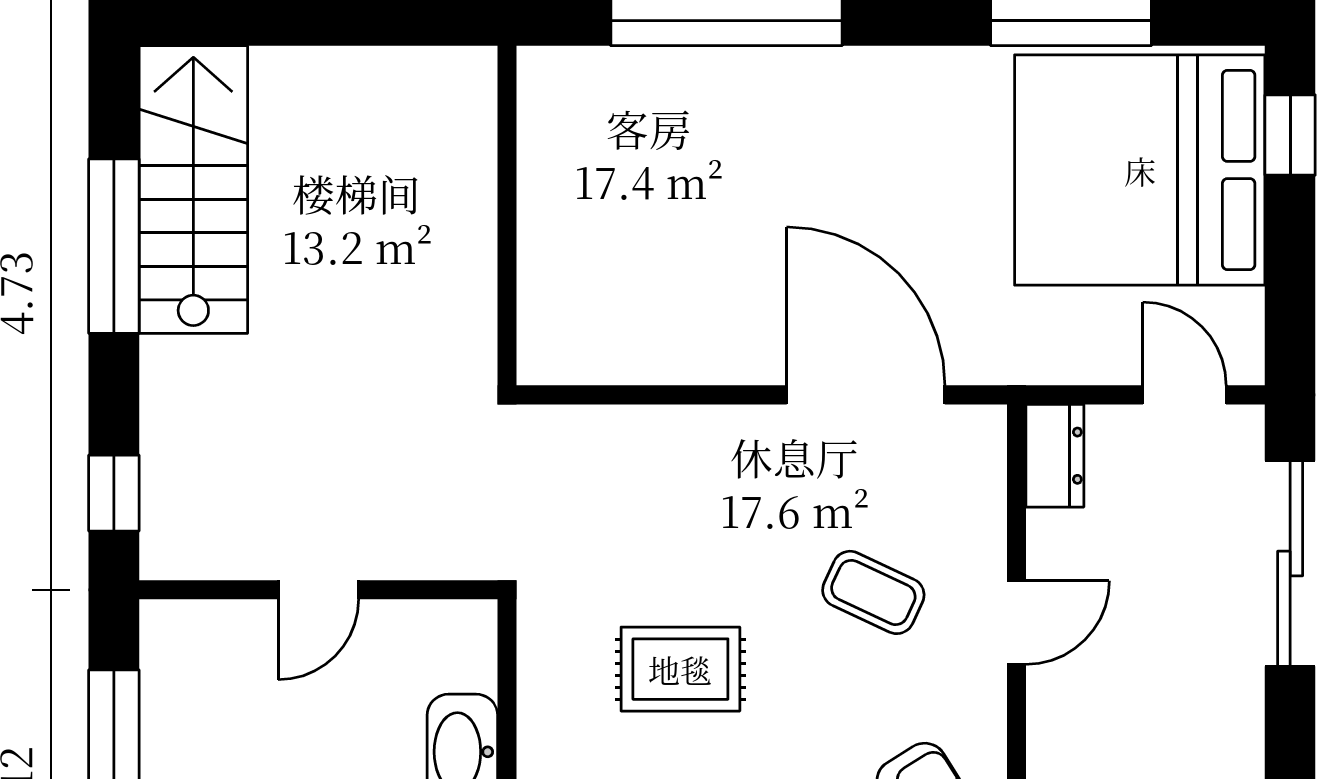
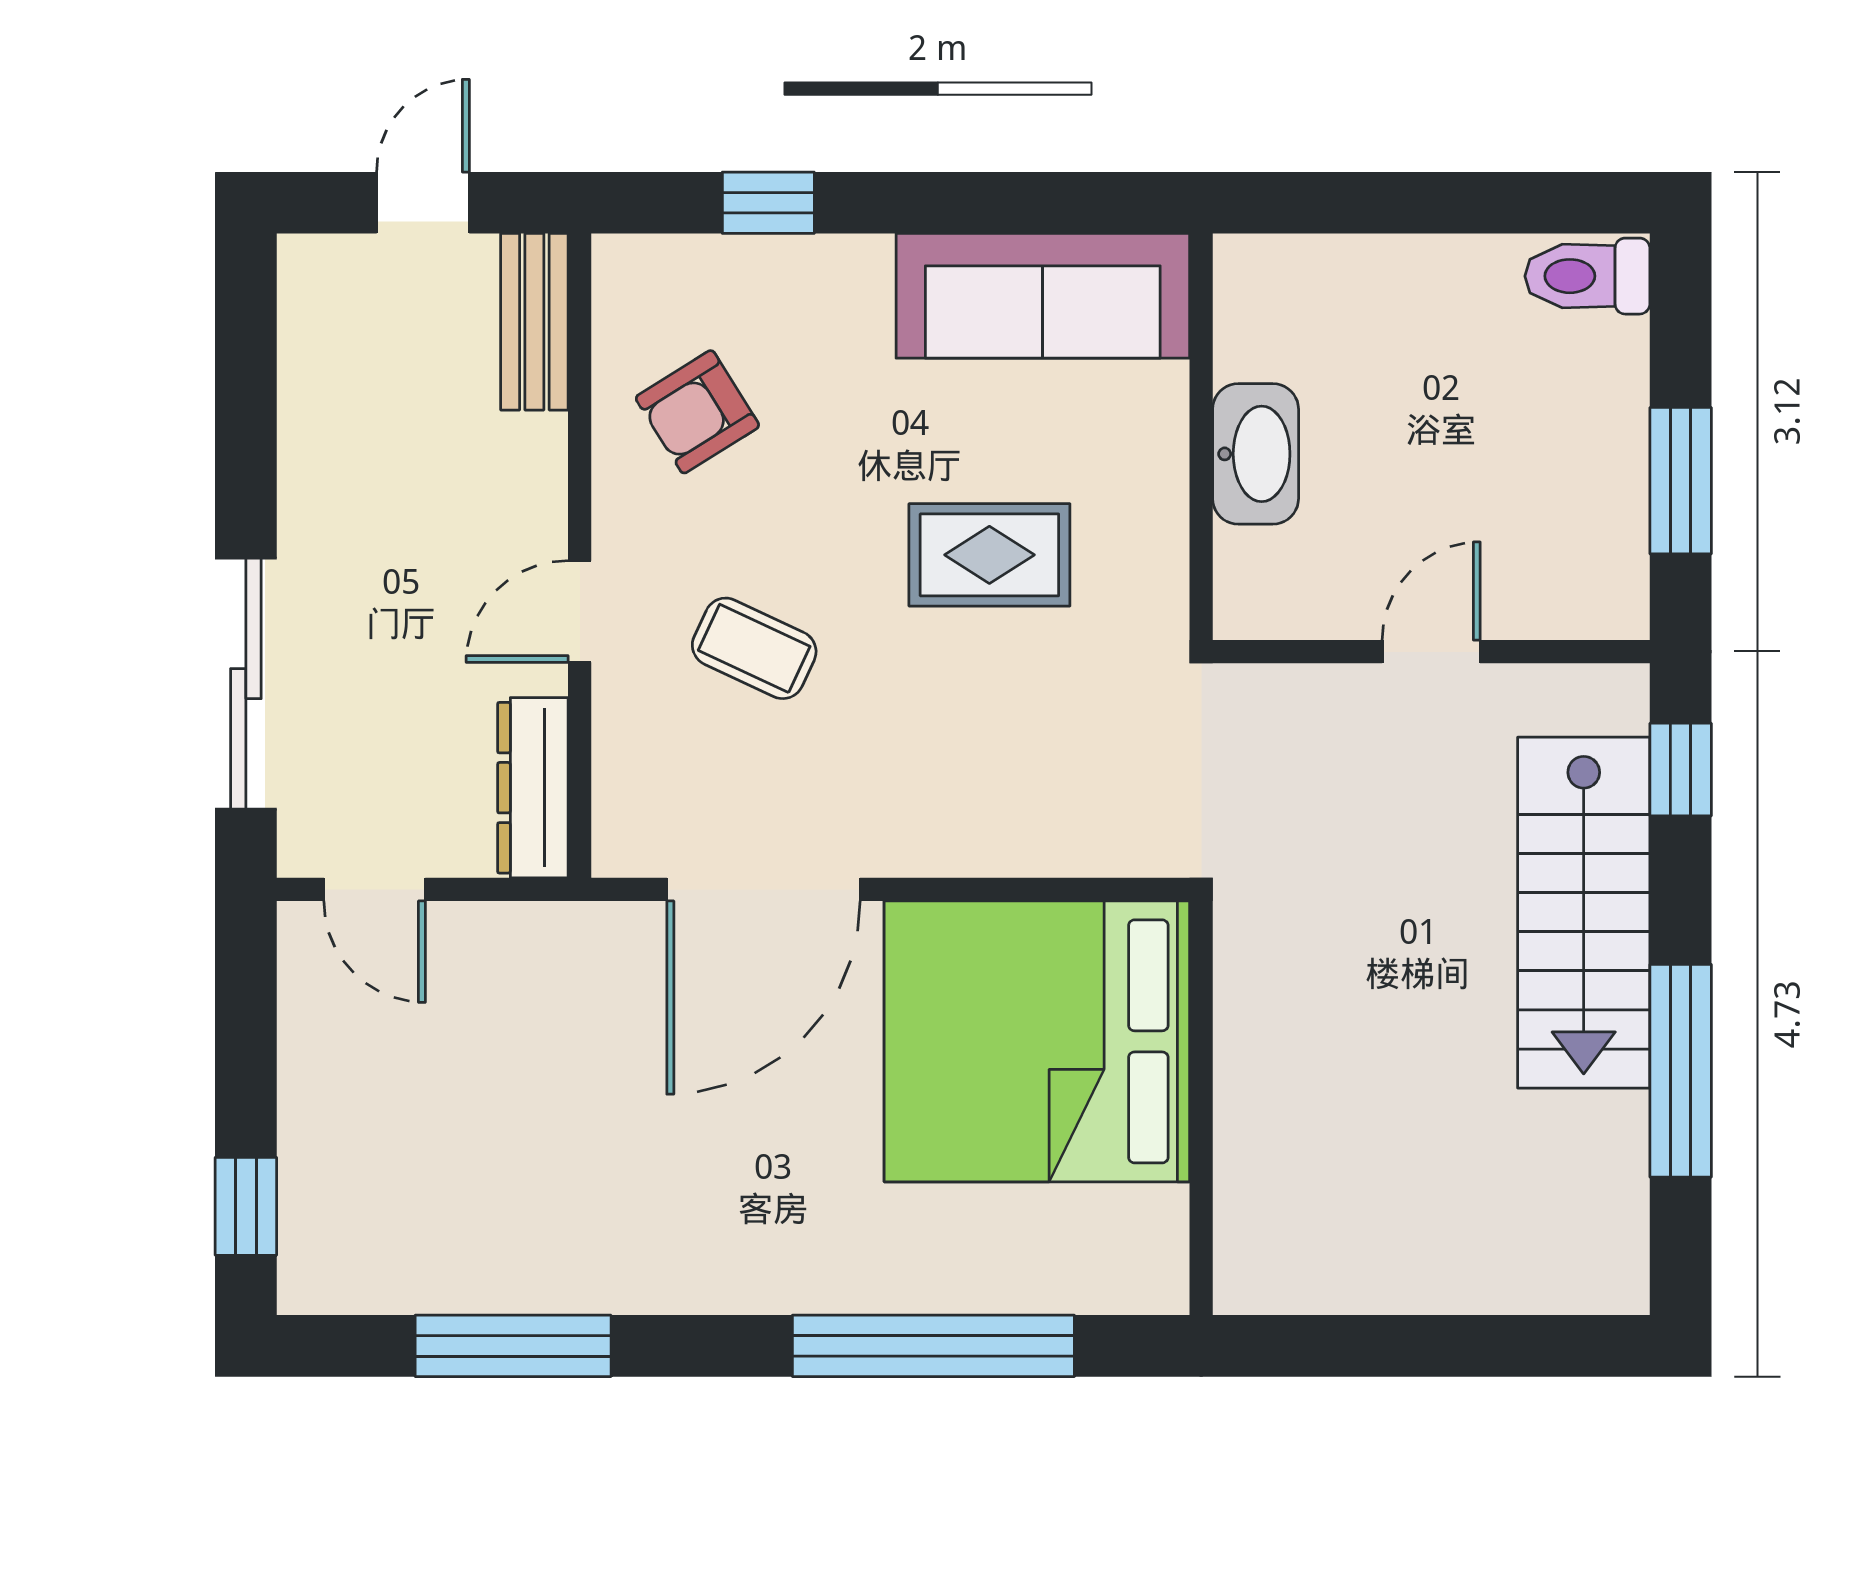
bed: (1140, 170) -> (1037, 1041), moved, turned 180
stairs: (193, 190) -> (1584, 913), moved
door: (866, 395) -> (763, 889), hinge flipped
dresser: (1055, 456) -> (533, 788), width x1.44

